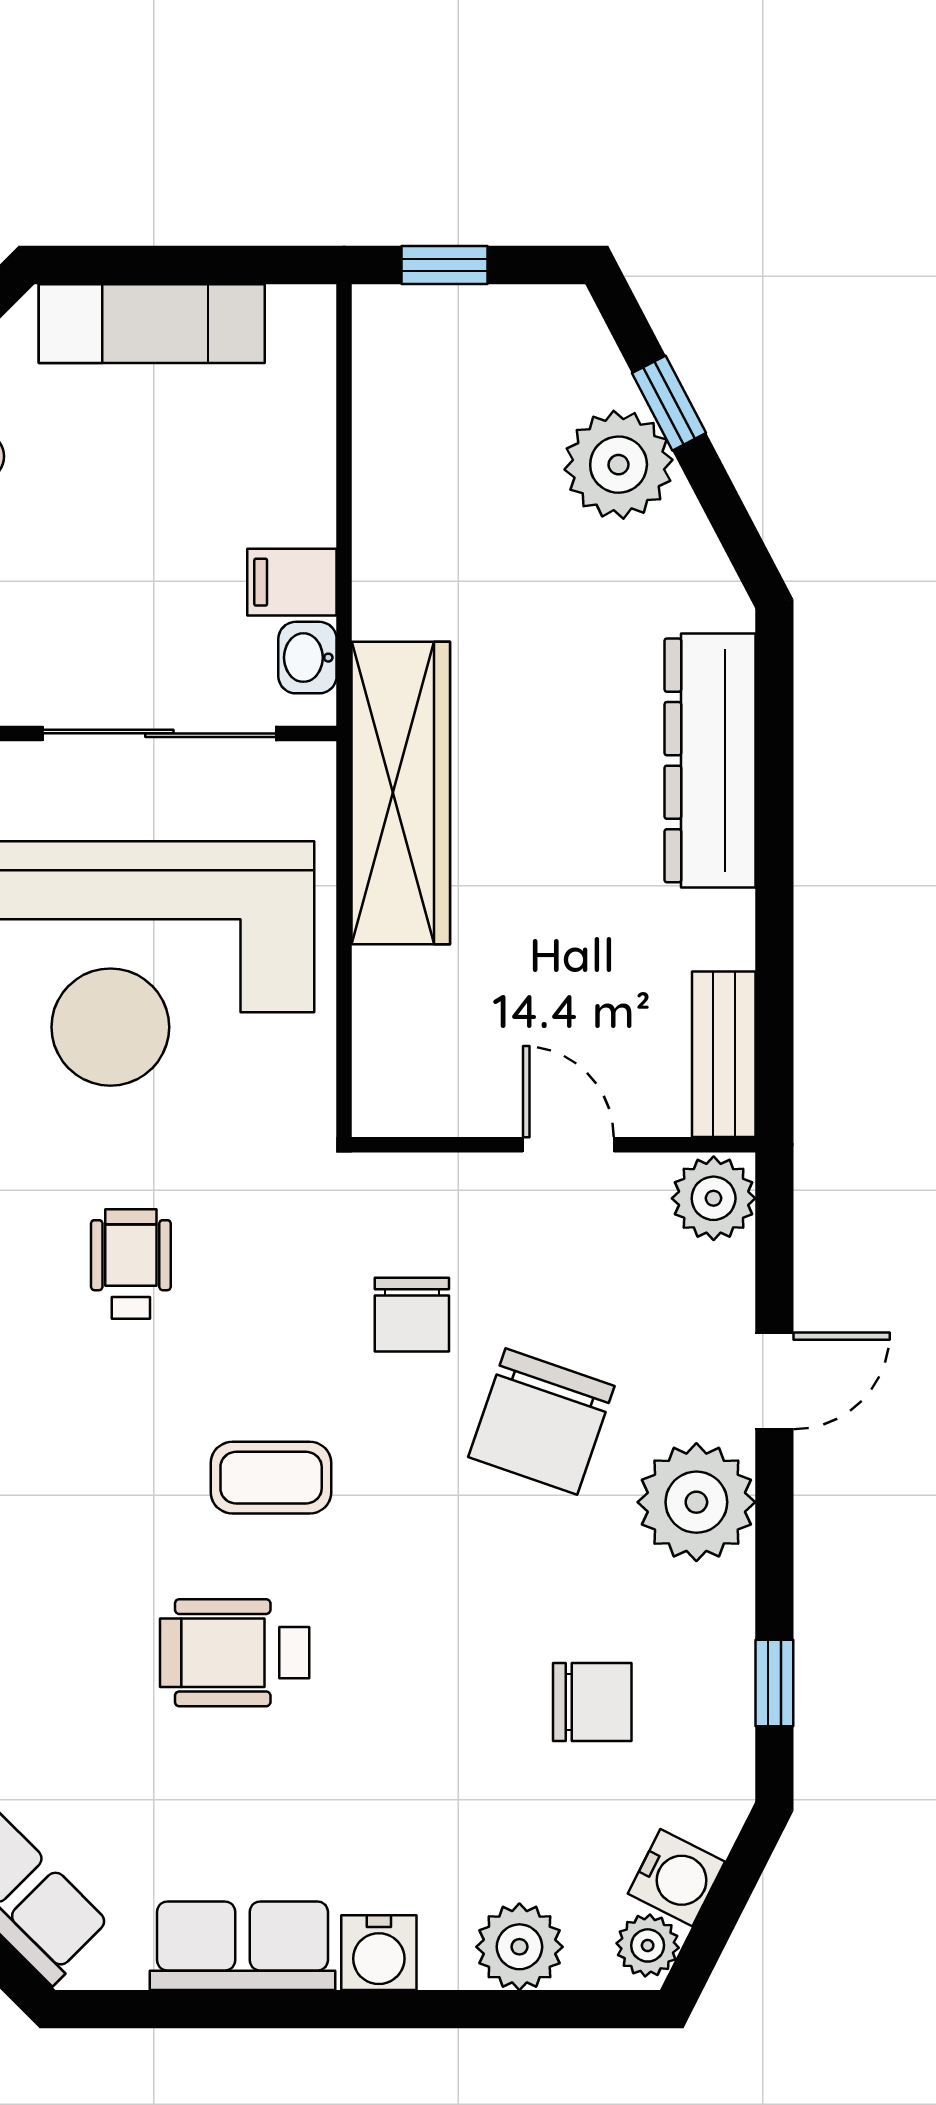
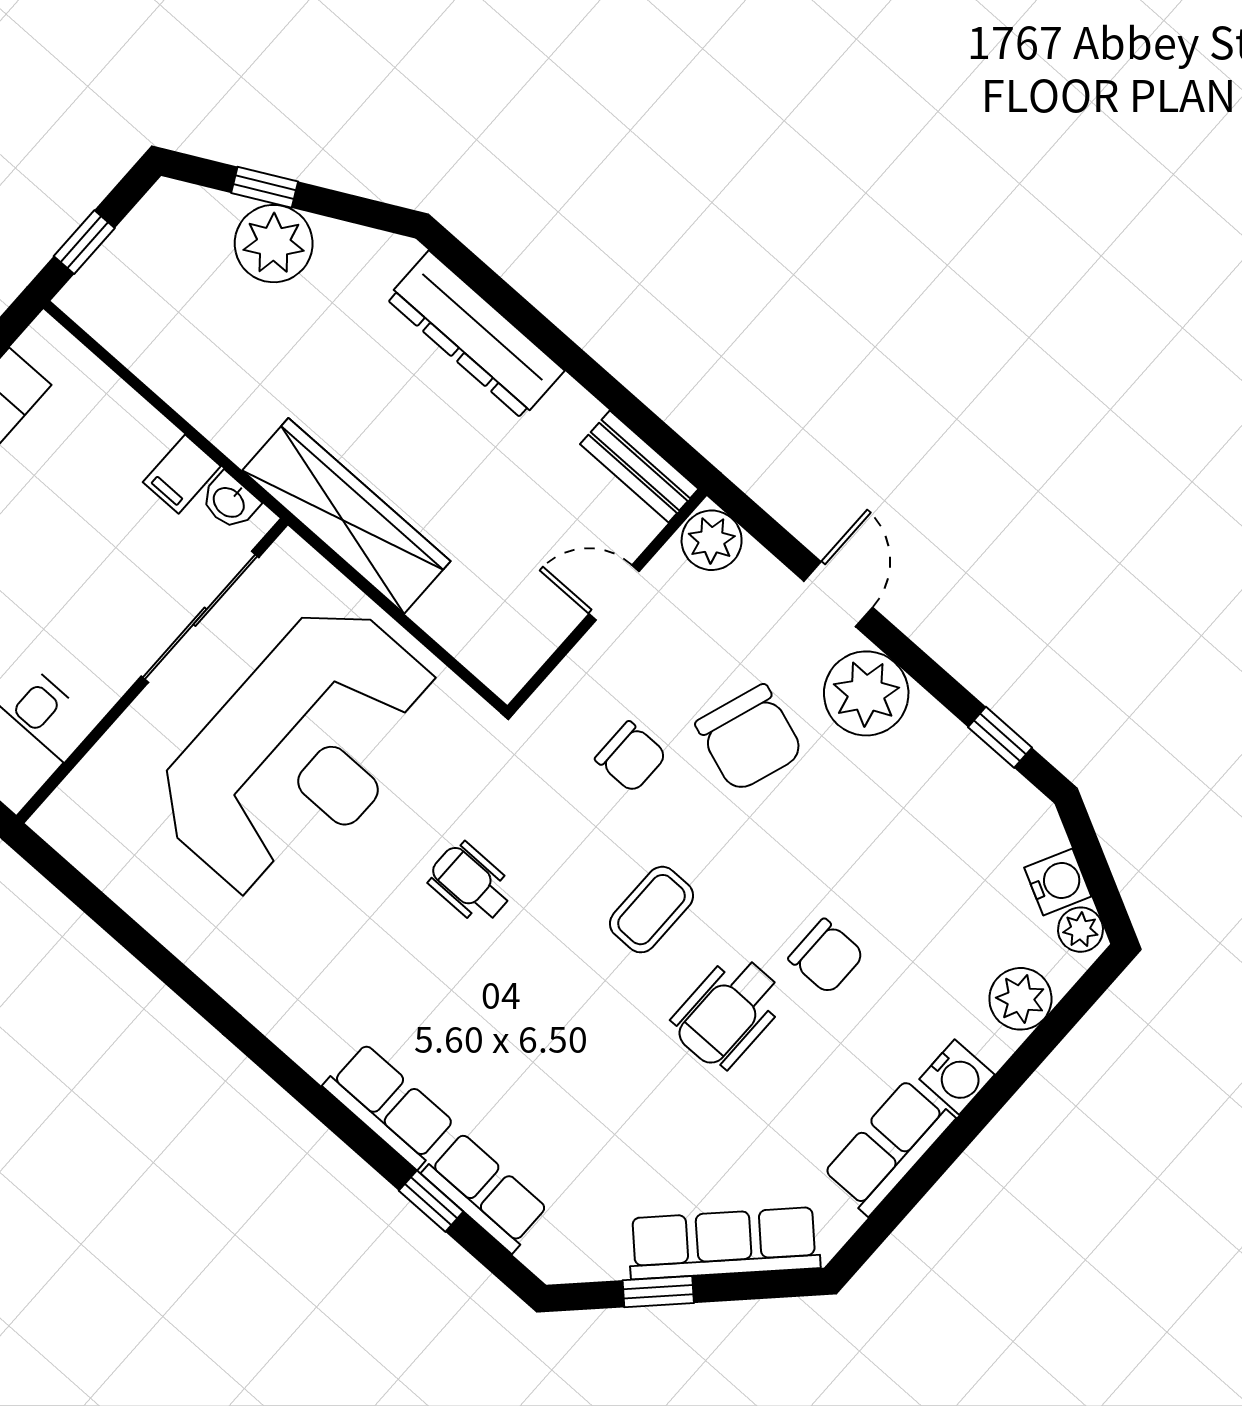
chair: (592, 1702) -> (826, 956), moved, turned 90

